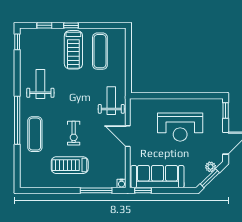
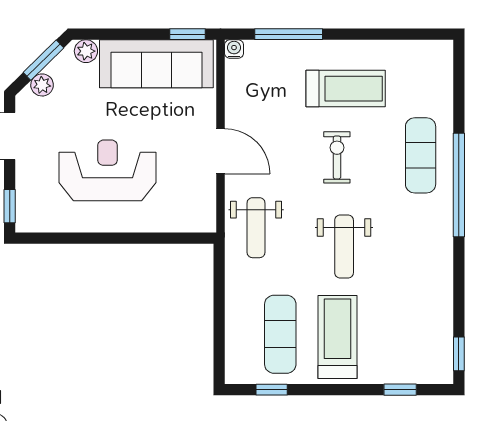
window: (71, 25) -> (272, 390), moved
weight bench: (40, 84) -> (344, 247), moved
plant: (190, 182) -> (86, 51), added

